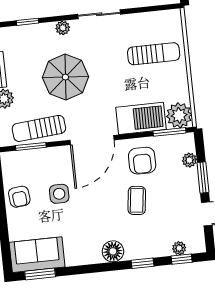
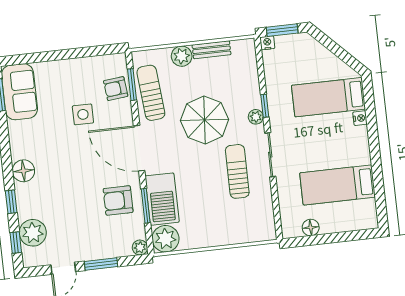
window: (28, 22) -> (265, 106), moved
sun lounger: (154, 54) -> (237, 171), moved, turned 180
window: (170, 132) -> (146, 206), moved
plant: (189, 160) -> (140, 247), moved
armchair: (19, 197) -> (116, 89), moved
coffee table: (137, 200) -> (77, 195), removed
plant: (179, 248) -> (33, 233), width x1.88, depth x1.88

